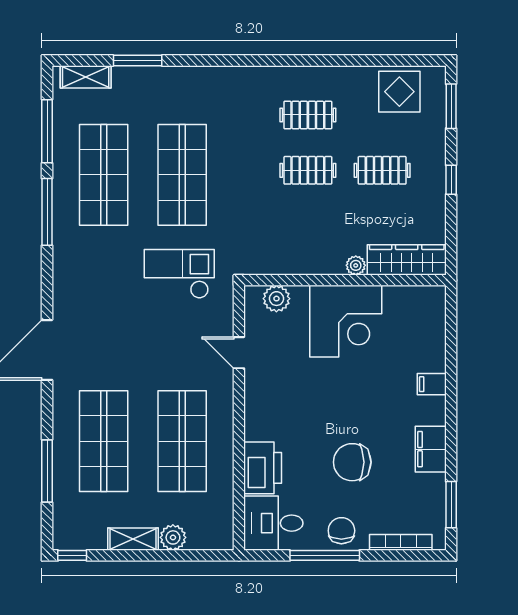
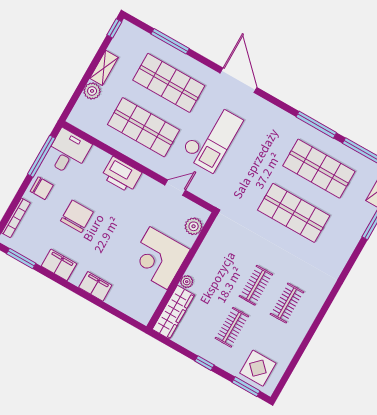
display table: (399, 92) -> (258, 368), moved
checkout: (179, 274) -> (212, 137), moved, width x1.36, depth x1.21
filing cabinet: (432, 384) -> (95, 286), width x2.00
printer: (263, 468) -> (121, 175), moved
window: (325, 555) -> (41, 156), moved

